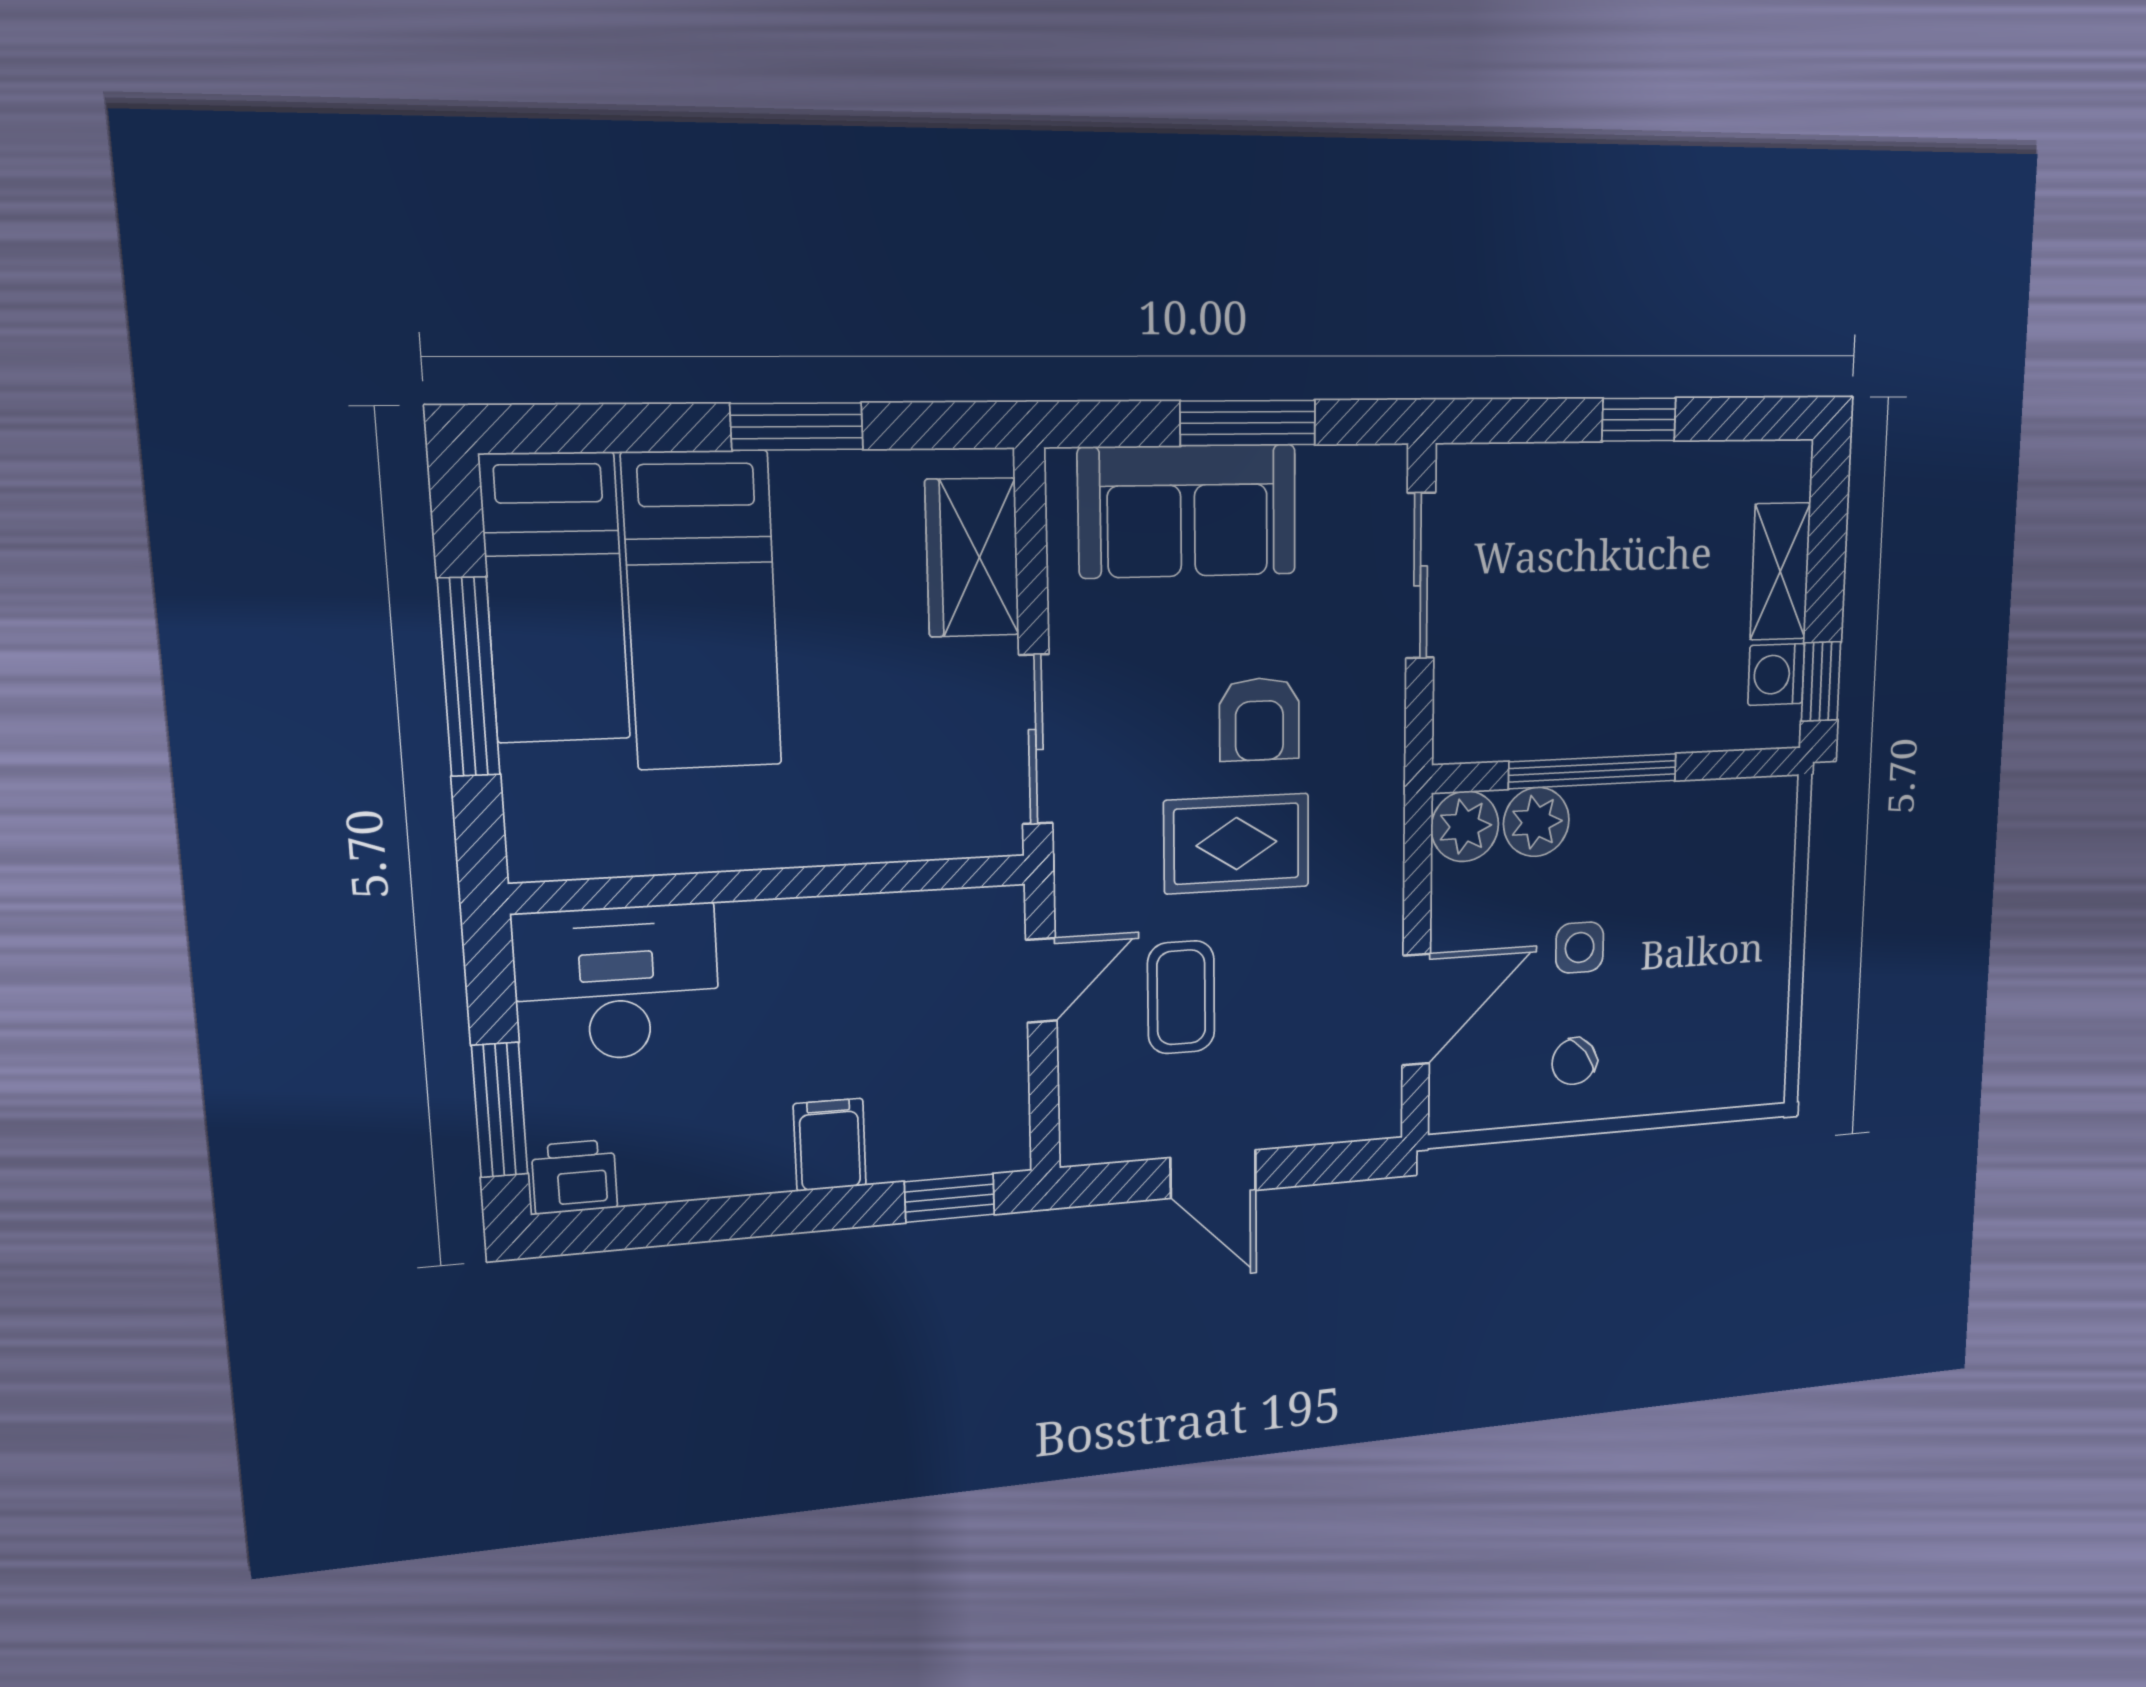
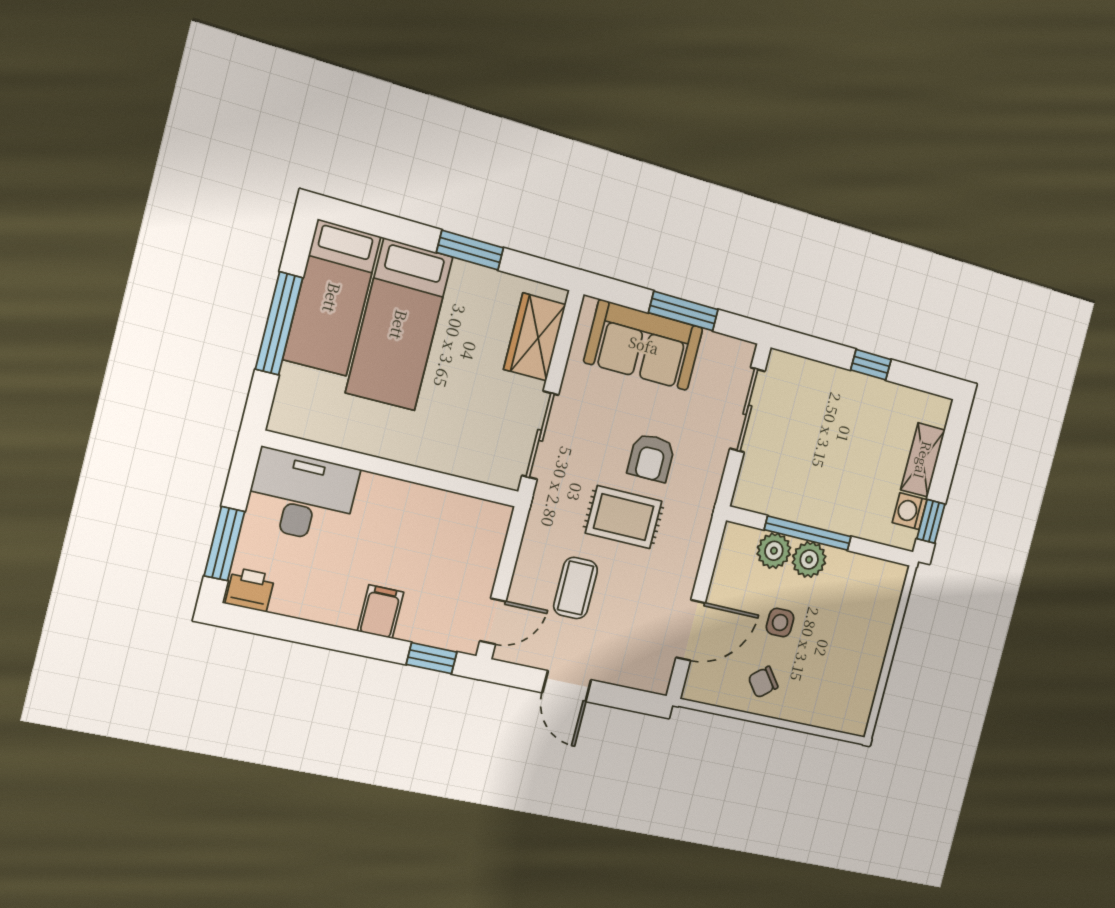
plant: (1465, 826) -> (809, 560), moved
door: (1041, 980) -> (493, 621), moved

